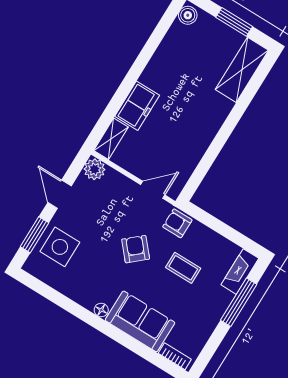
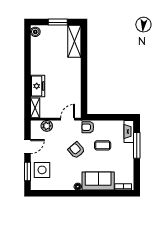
plant: (95, 169) -> (47, 126), moved
door: (60, 194) -> (27, 147), swing flipped

